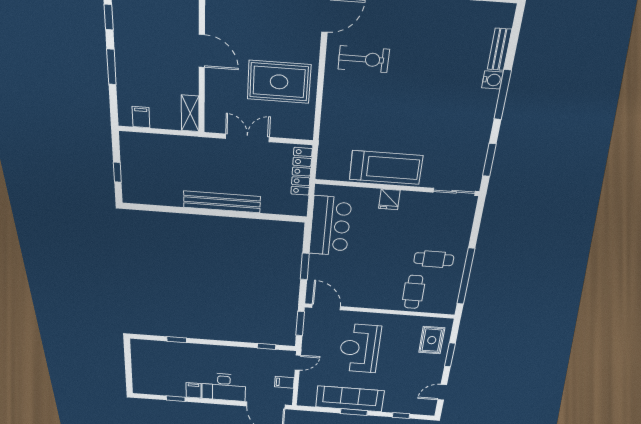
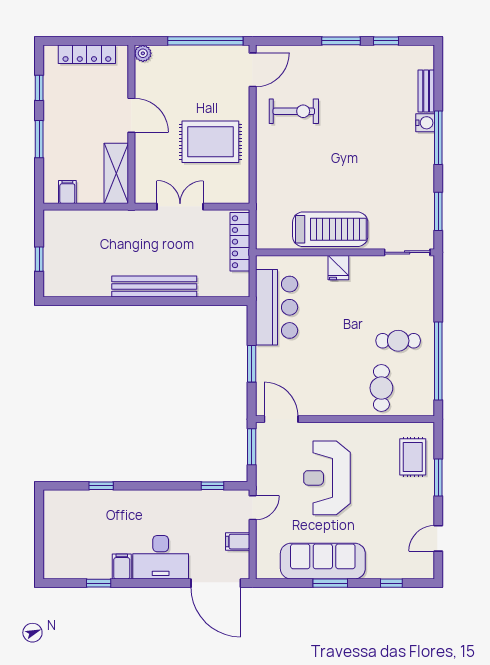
shelving: (190, 113) -> (116, 173), width x1.50, depth x1.33

